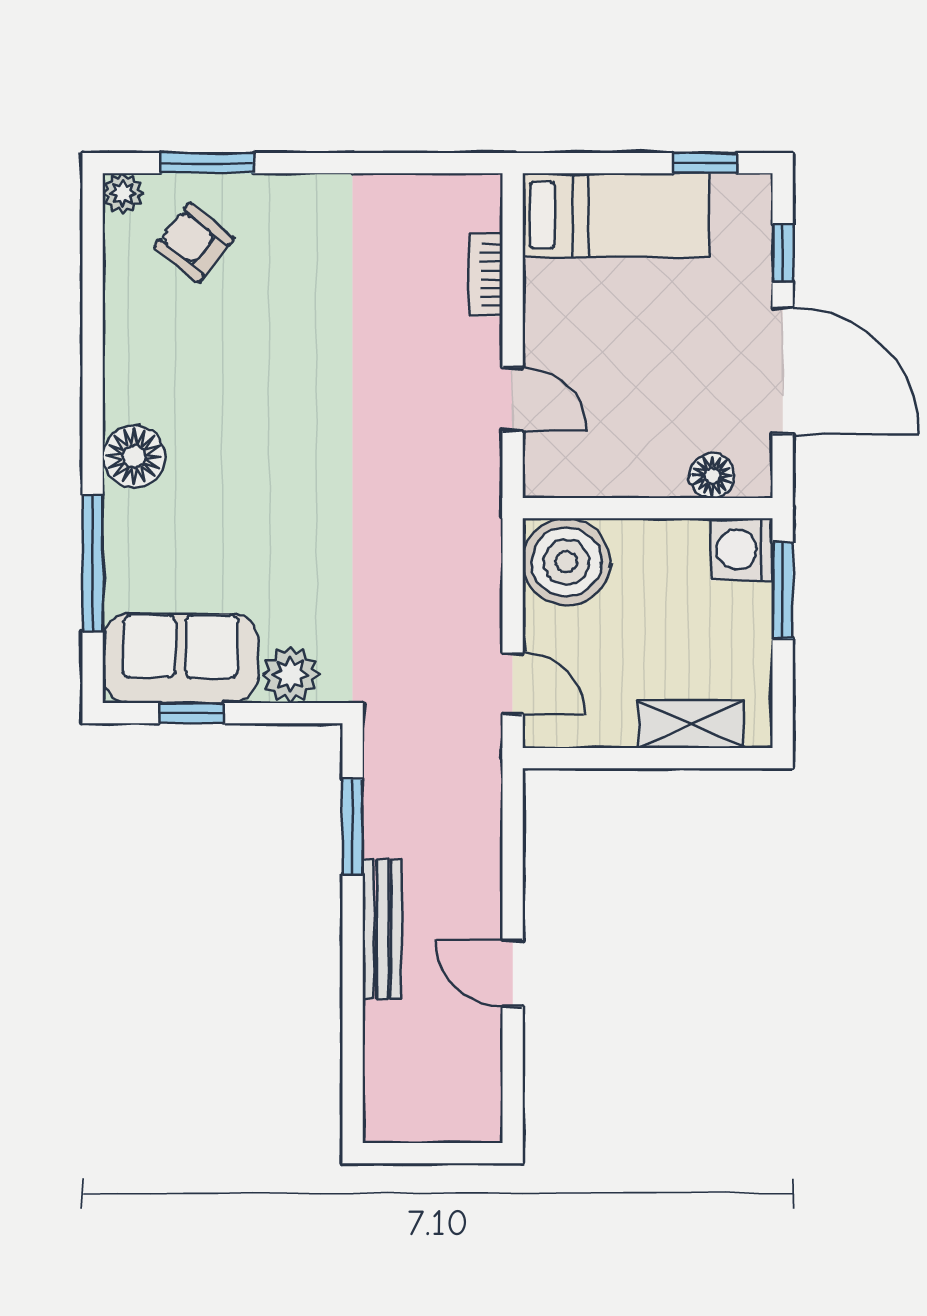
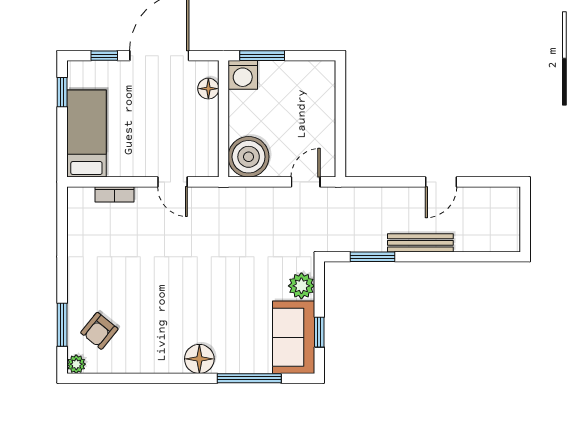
door: (513, 399) -> (172, 182), swing flipped
shelving: (691, 724) -> (324, 98), removed

